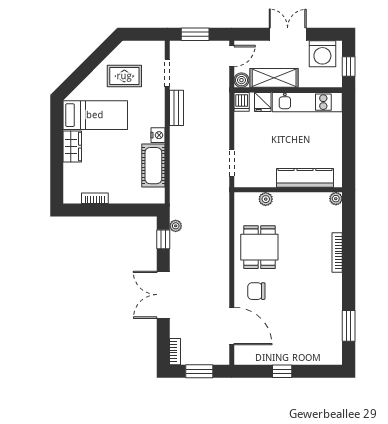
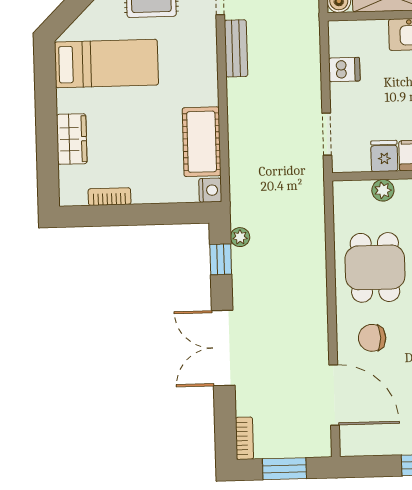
dishwasher: (242, 102) -> (344, 70), moved, turned -90
fridge: (263, 102) -> (384, 156), moved, turned 180
nightstand: (158, 135) -> (210, 190), moved
wardrobe: (72, 147) -> (72, 139), moved

